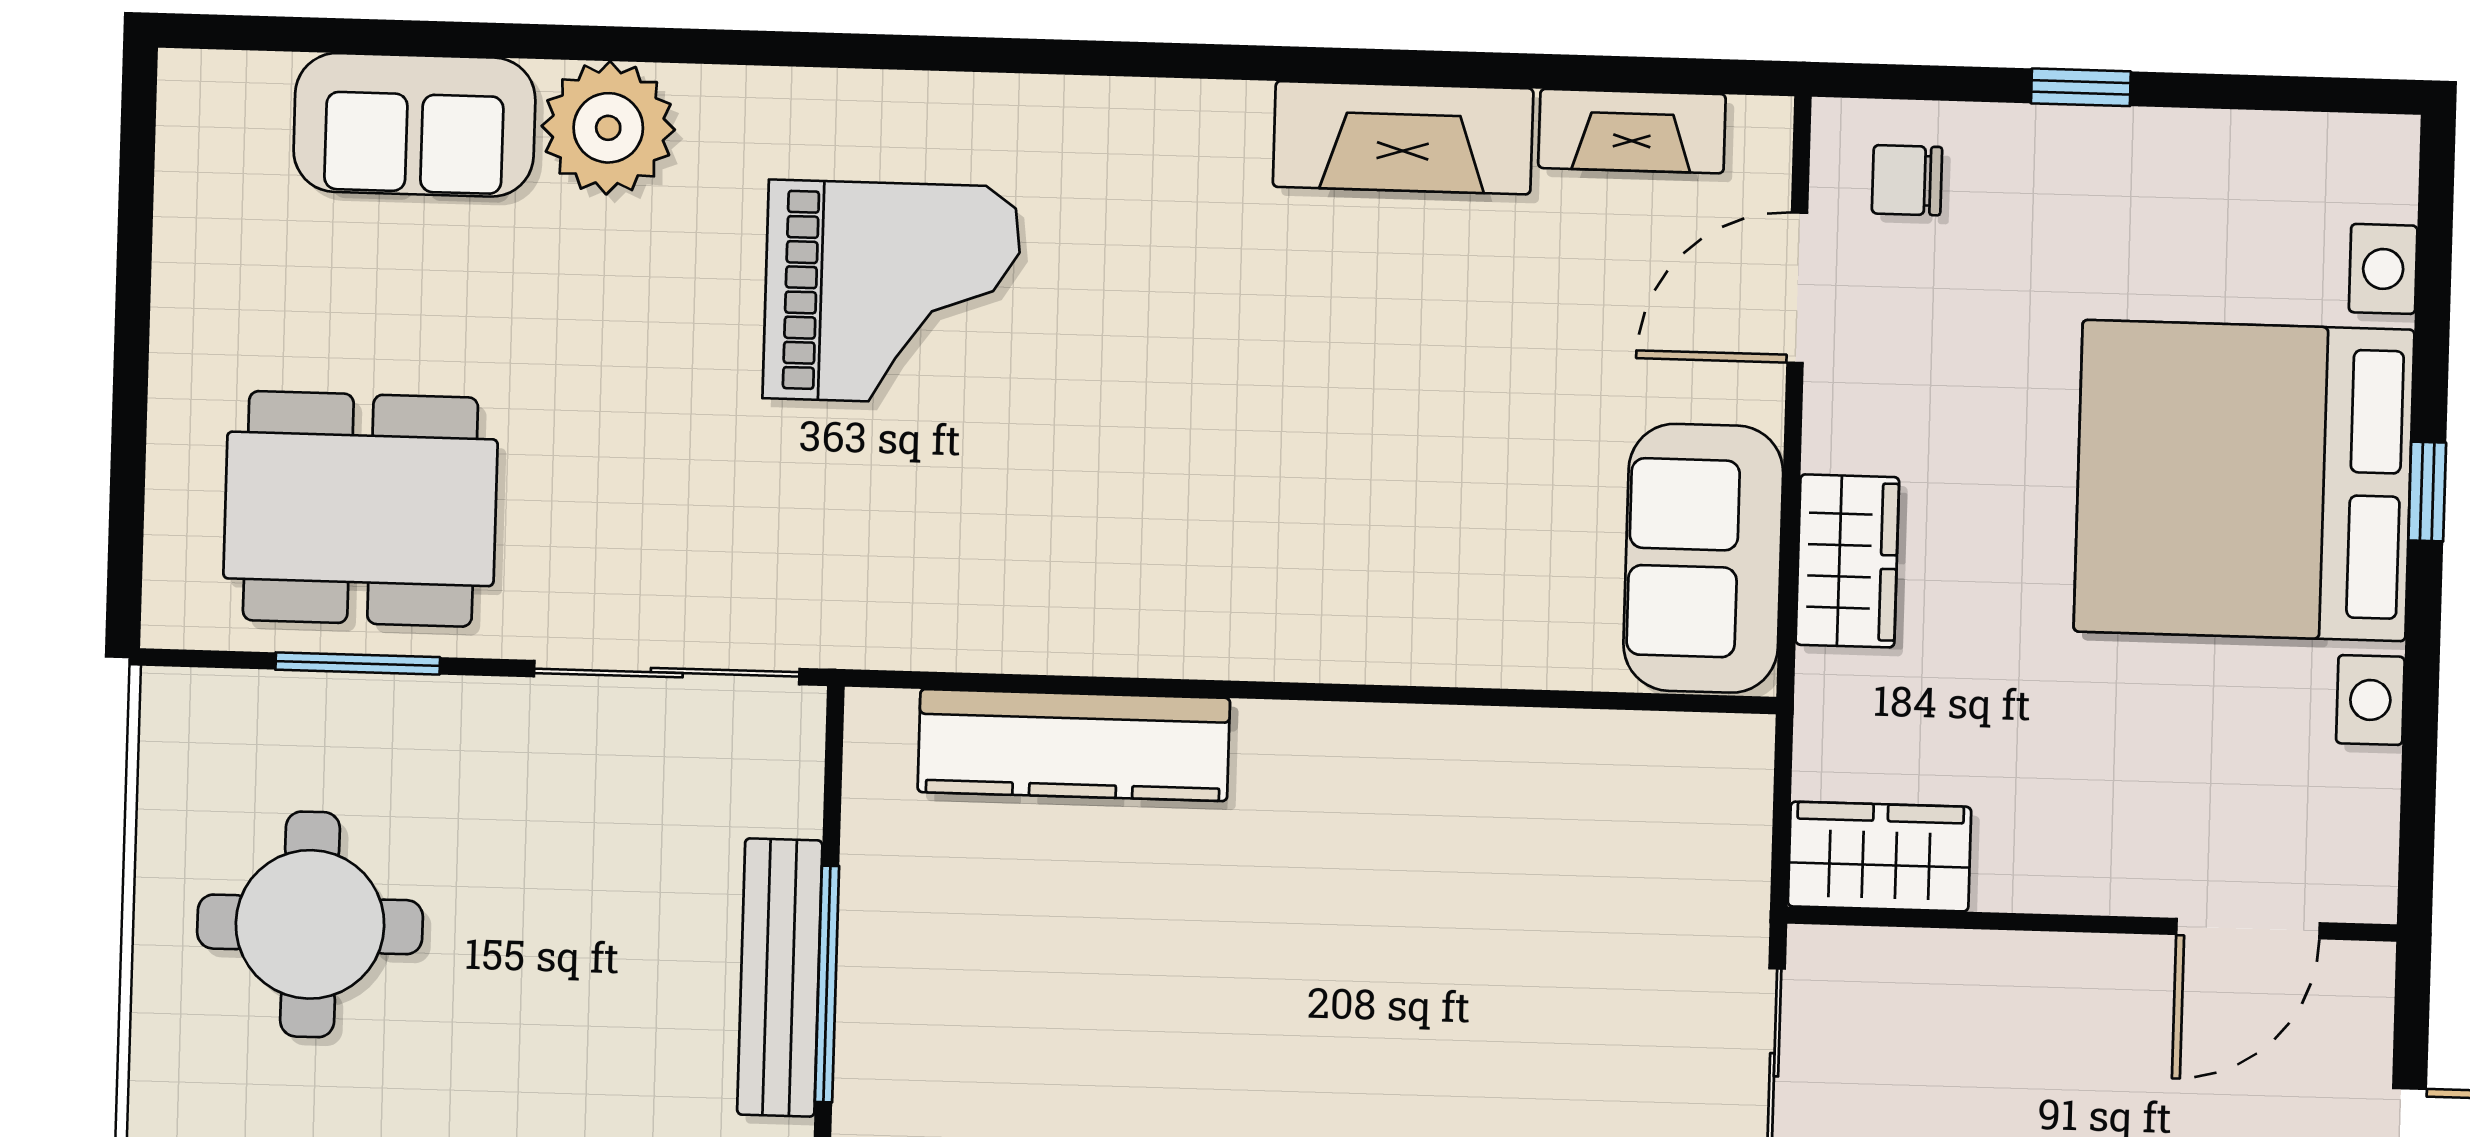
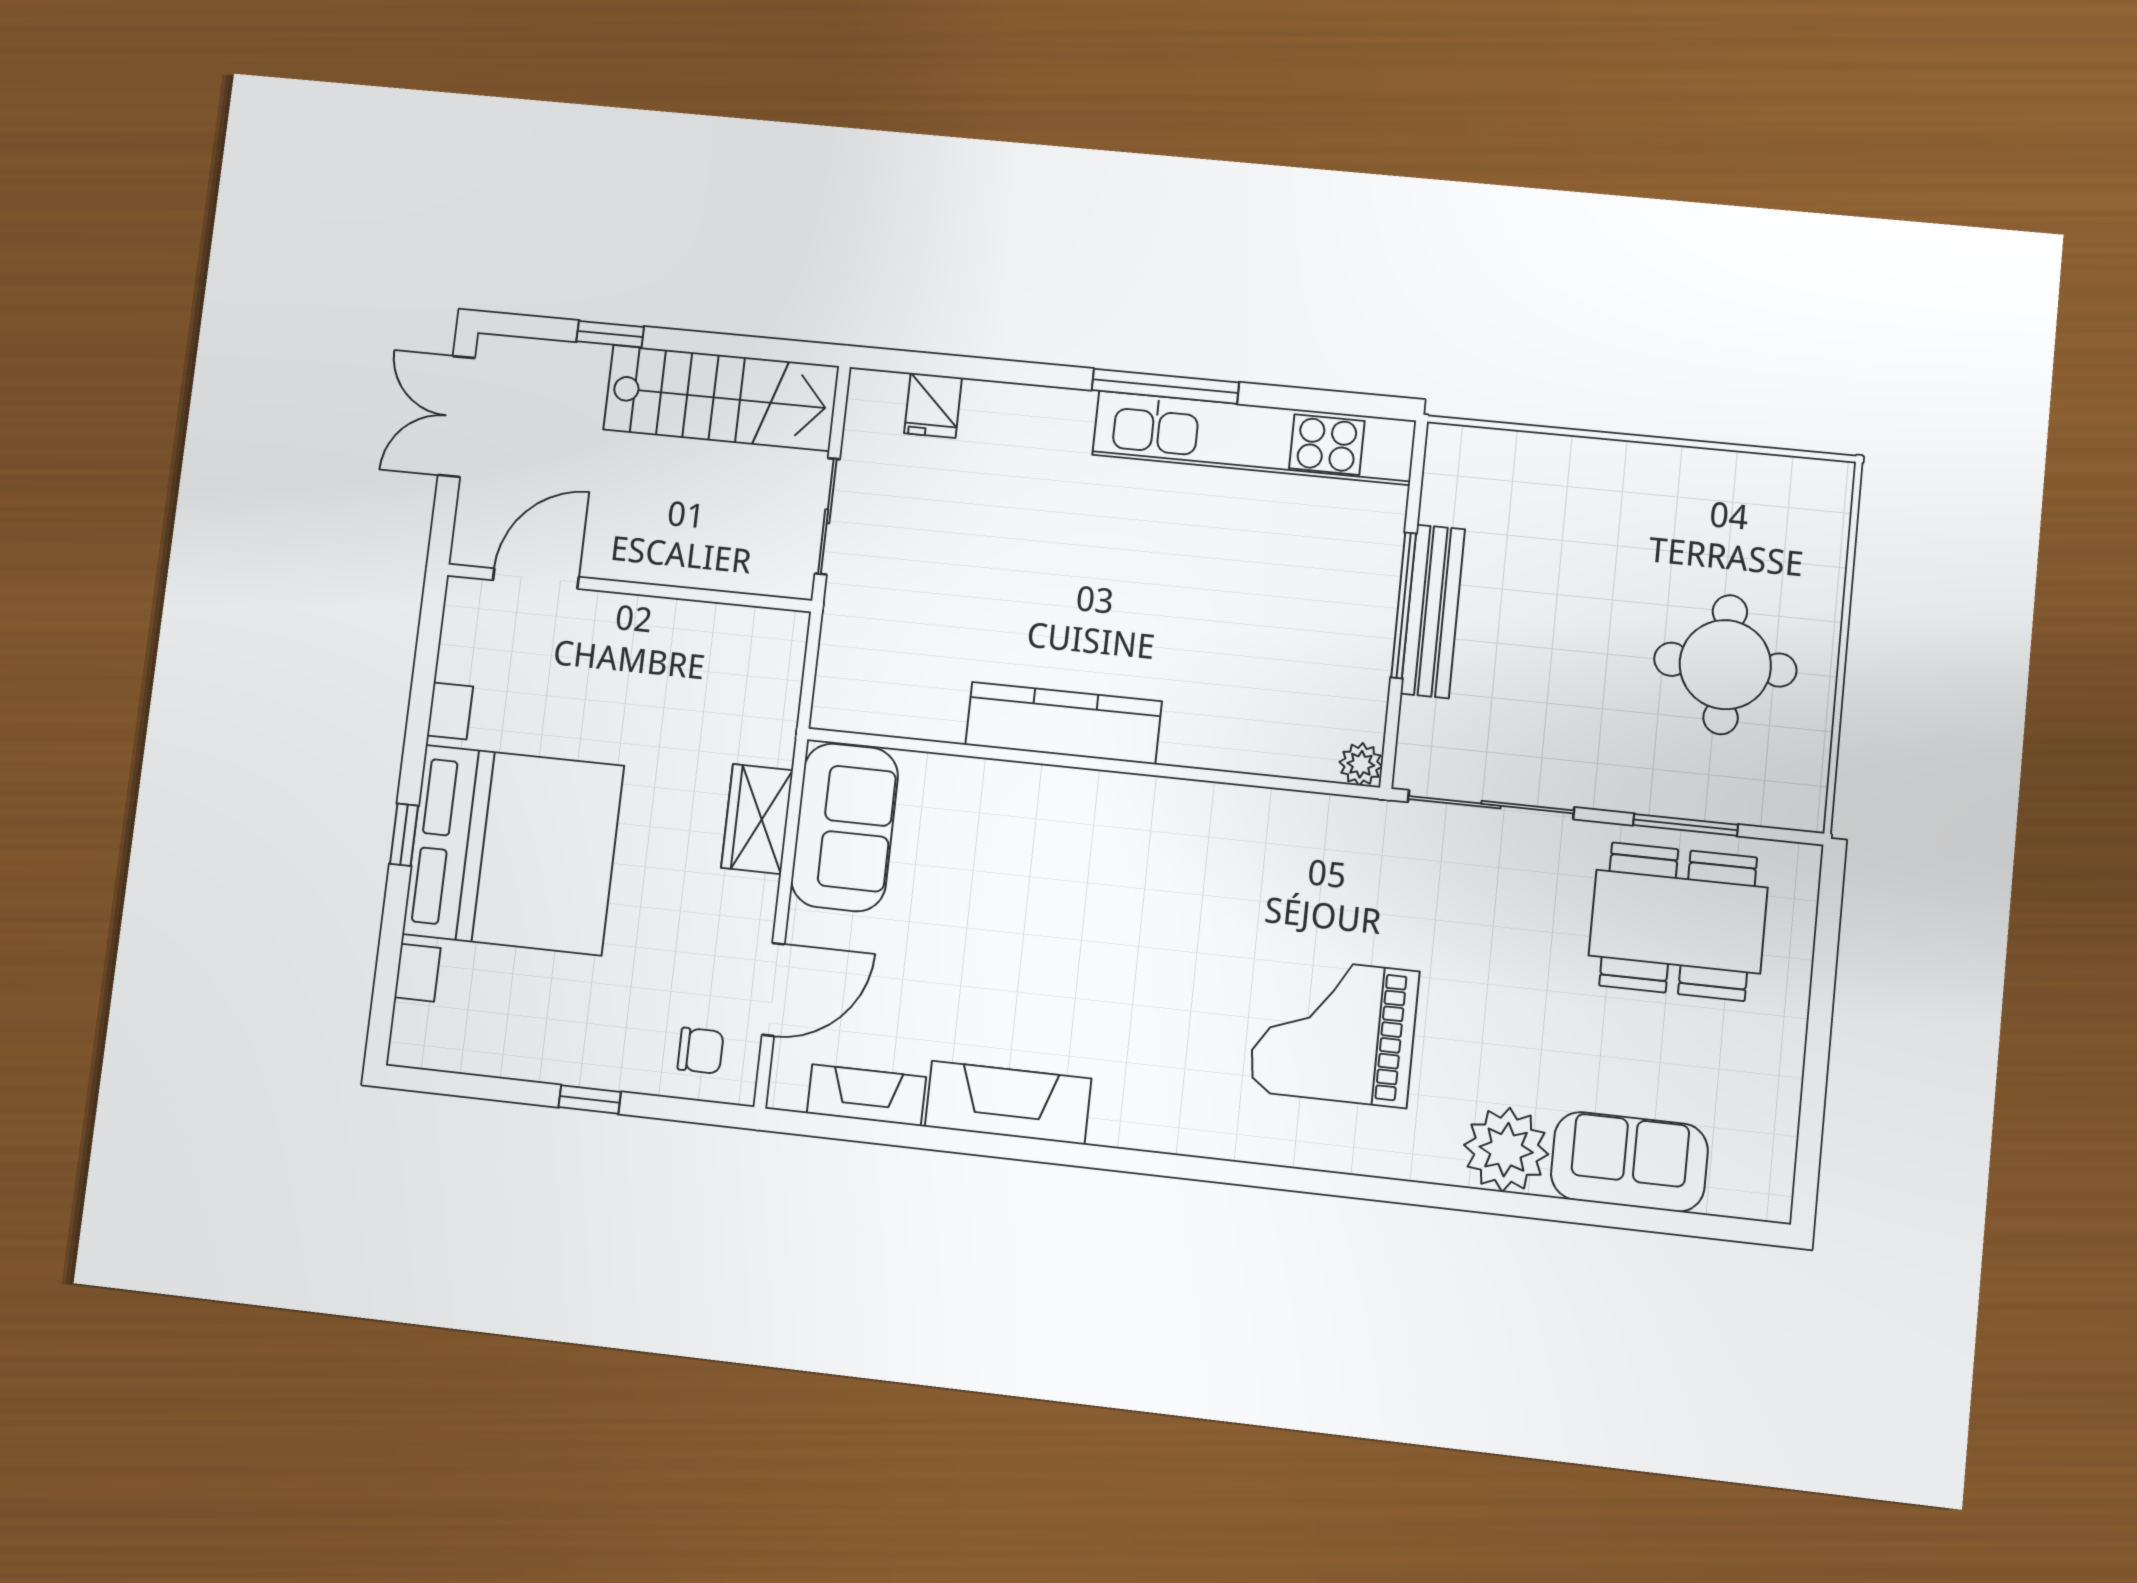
plant: (878, 722) -> (1361, 764), added
kitchen counter: (1074, 745) -> (1064, 723), moved
wardrobe: (1879, 857) -> (753, 638), removed

